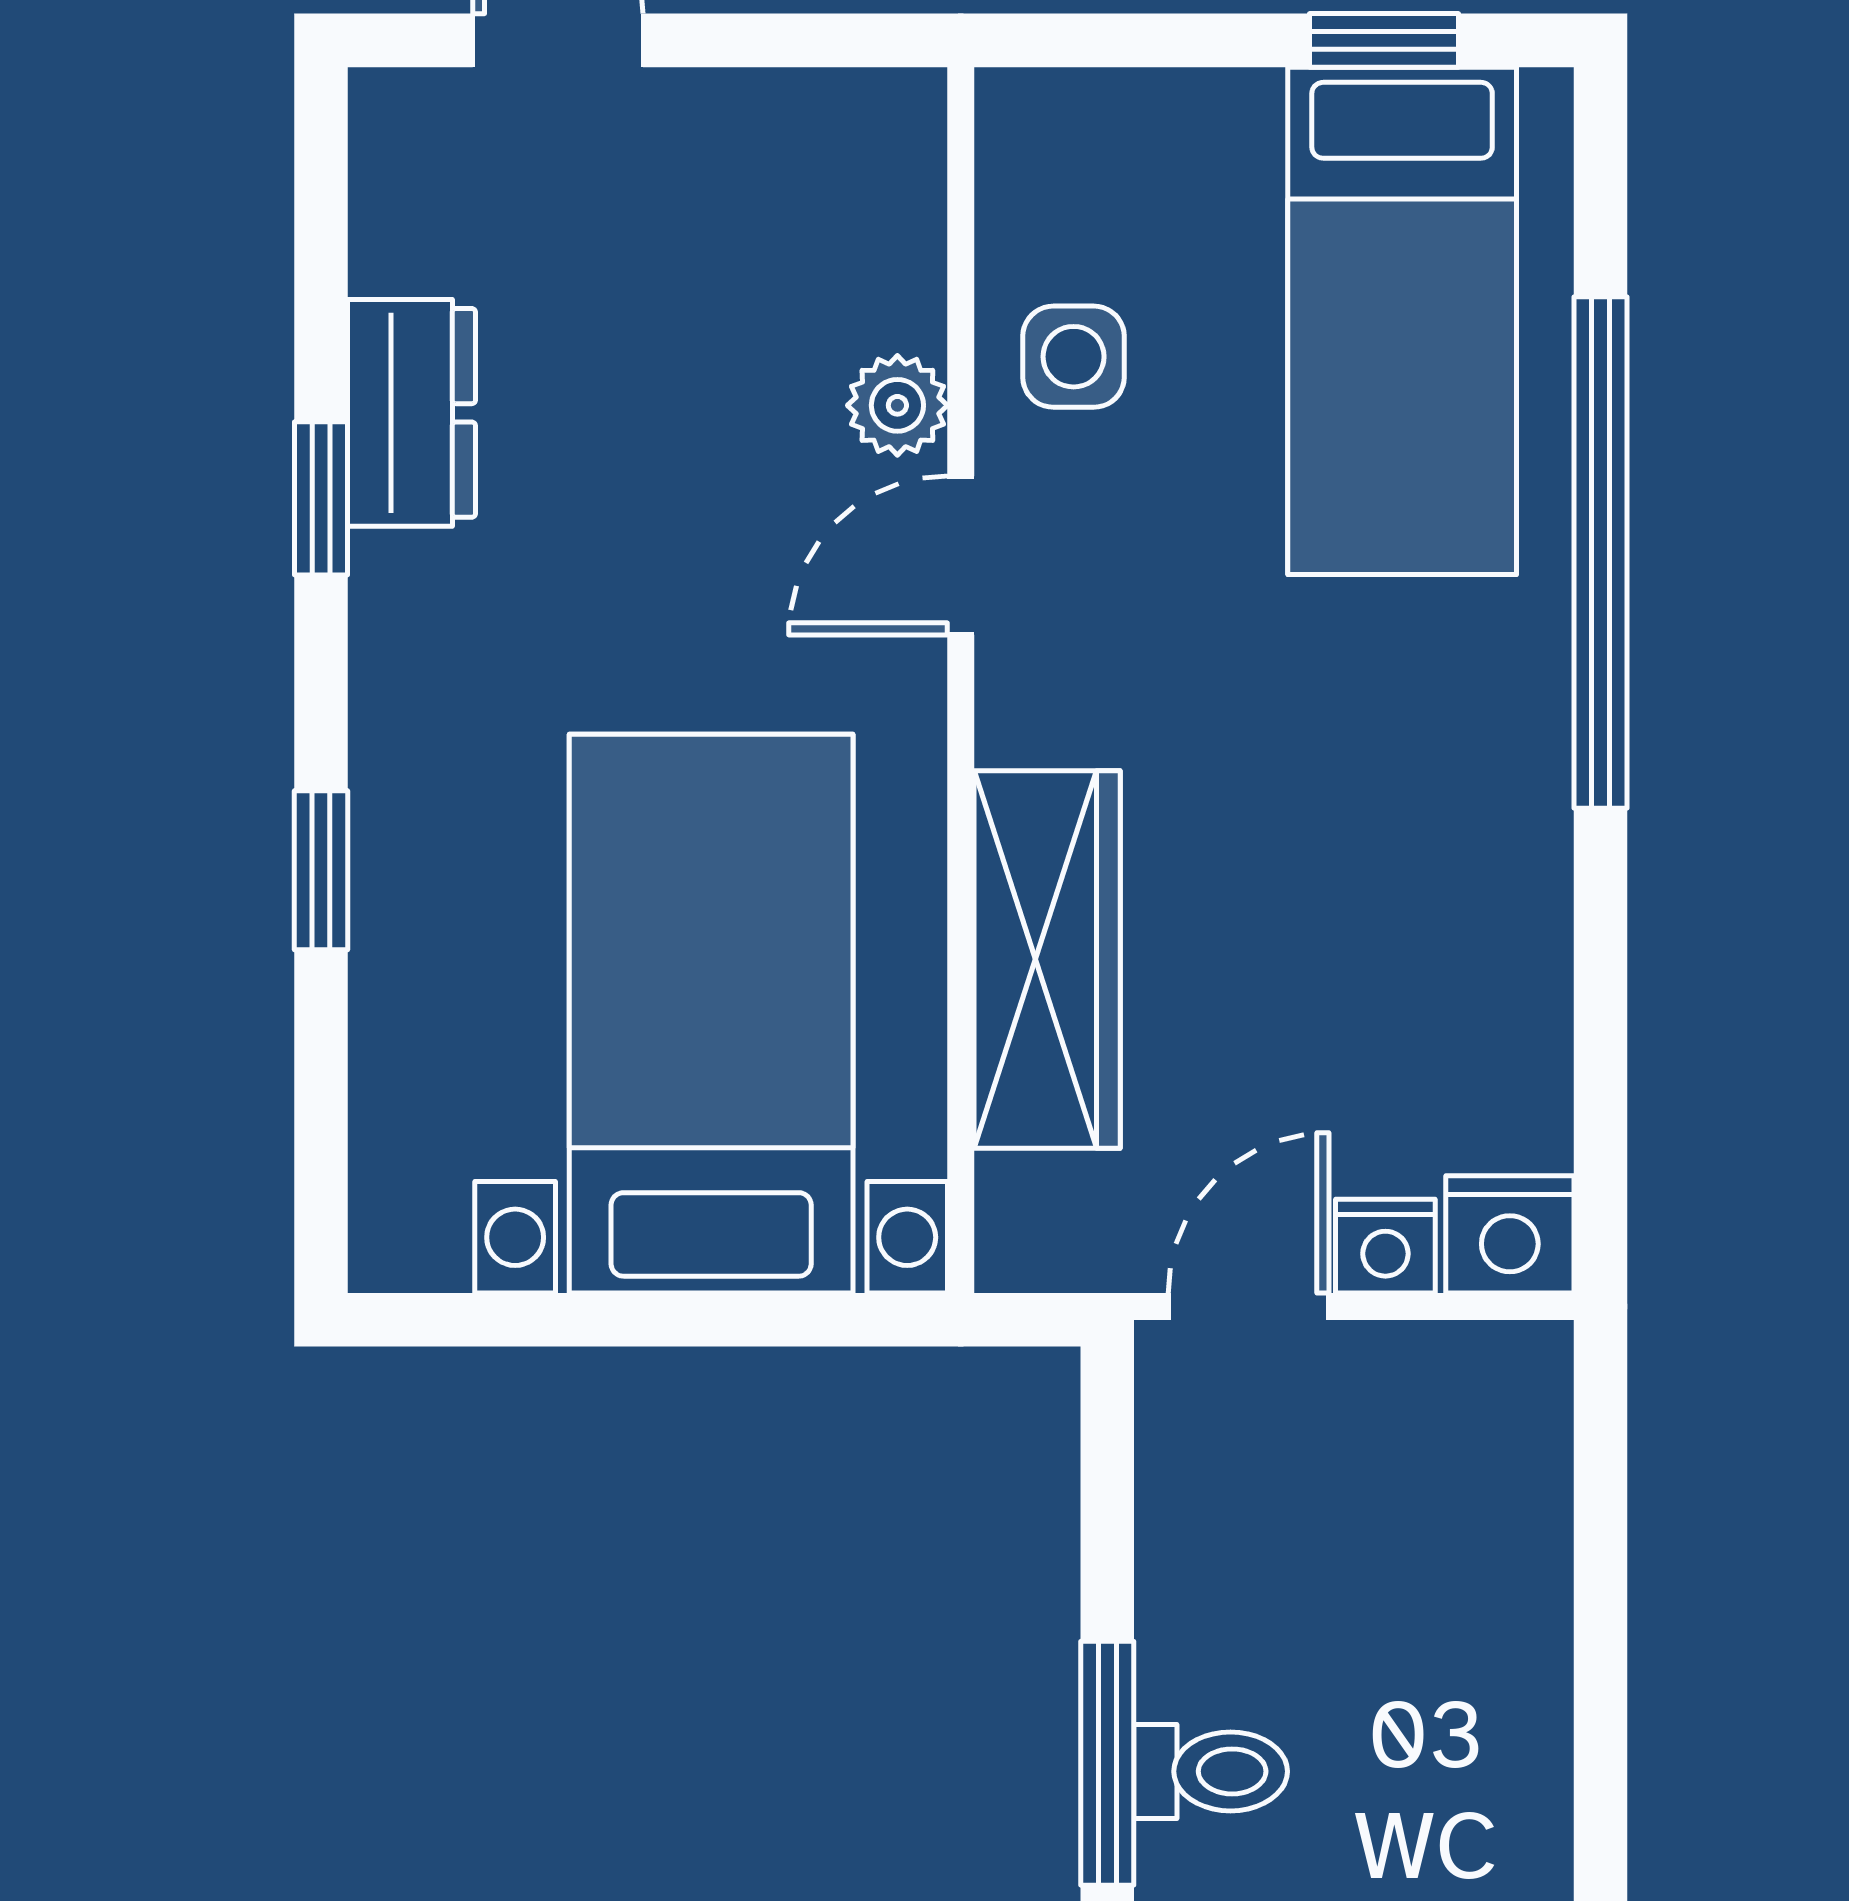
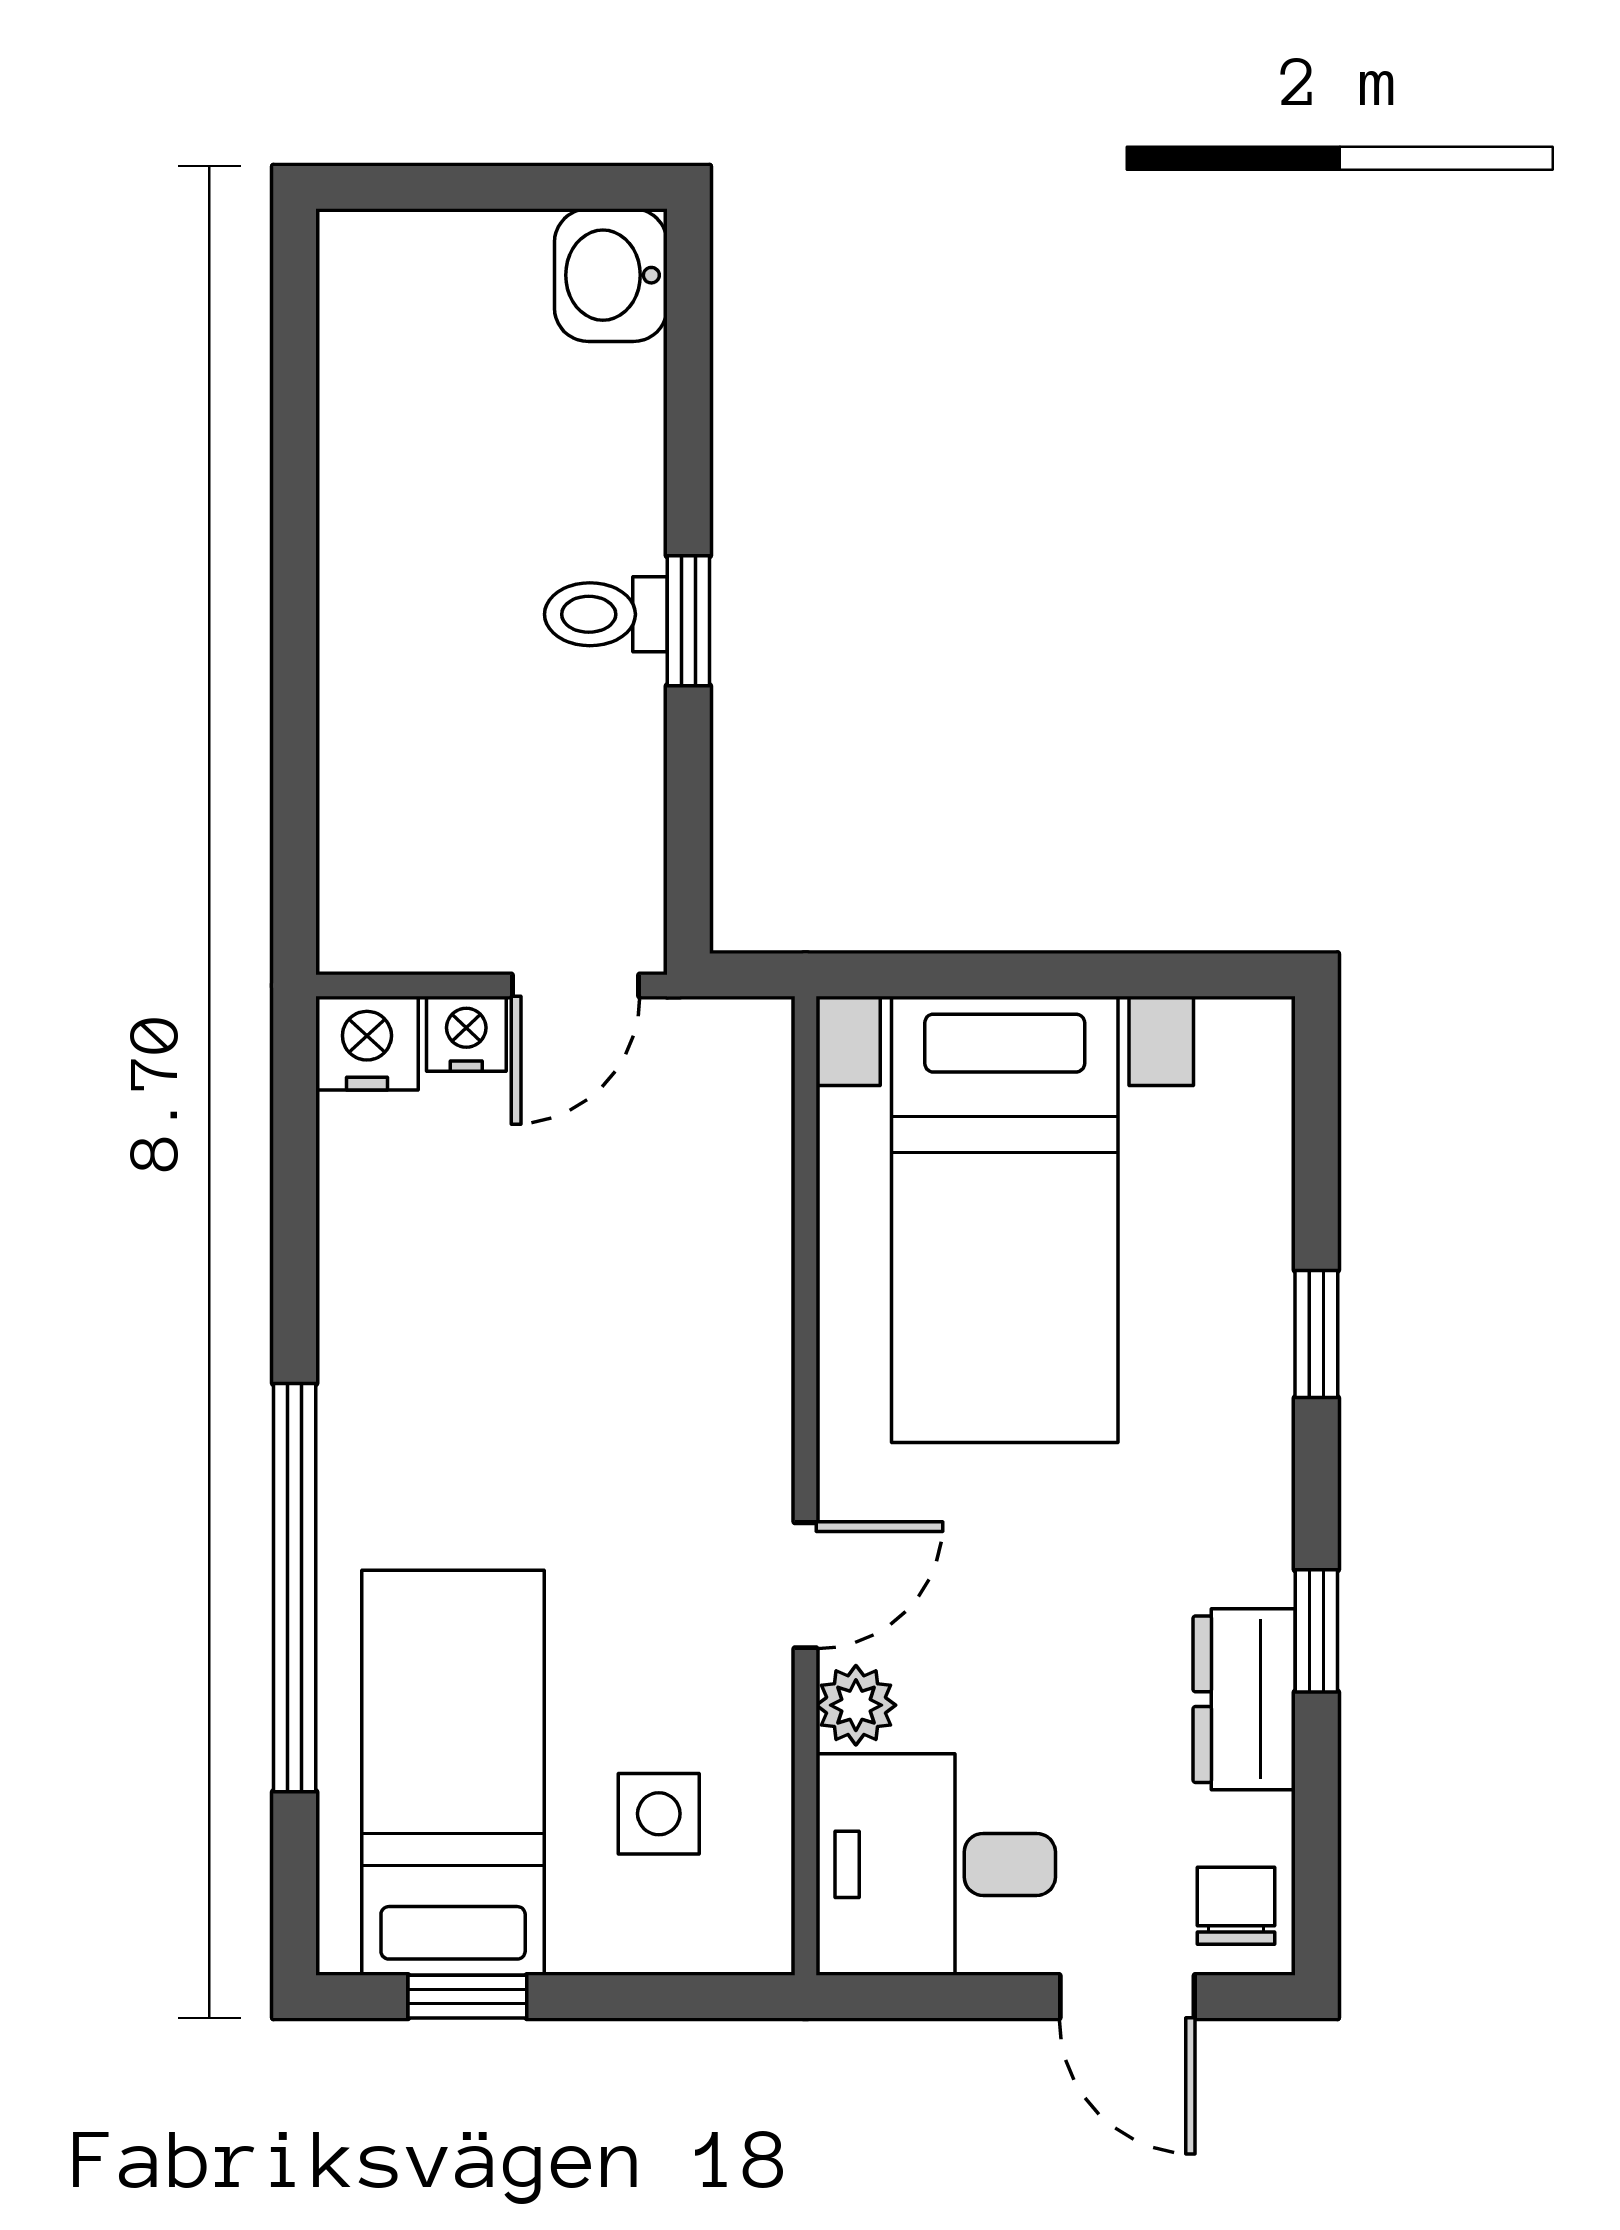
chair: (422, 154) -> (1236, 1906), added
desk: (798, 206) -> (936, 1864), added
side table: (1074, 357) -> (659, 1814), moved
wardrobe: (1047, 960) -> (737, 1263), removed
window: (1107, 1763) -> (688, 621), width x0.67

